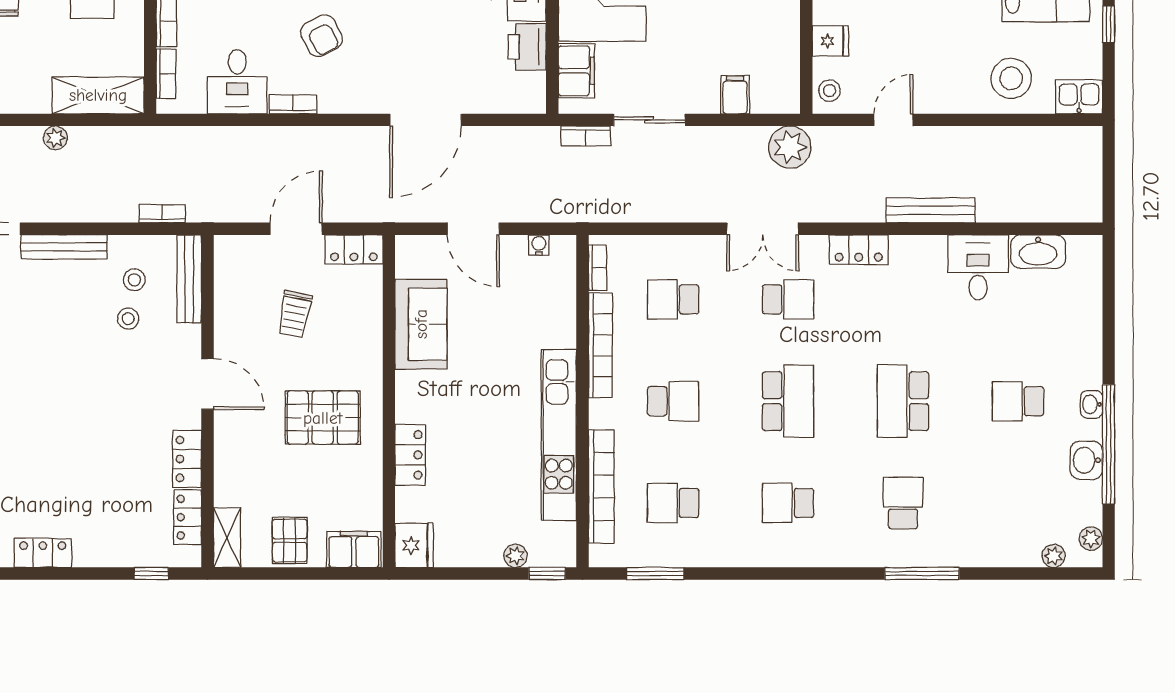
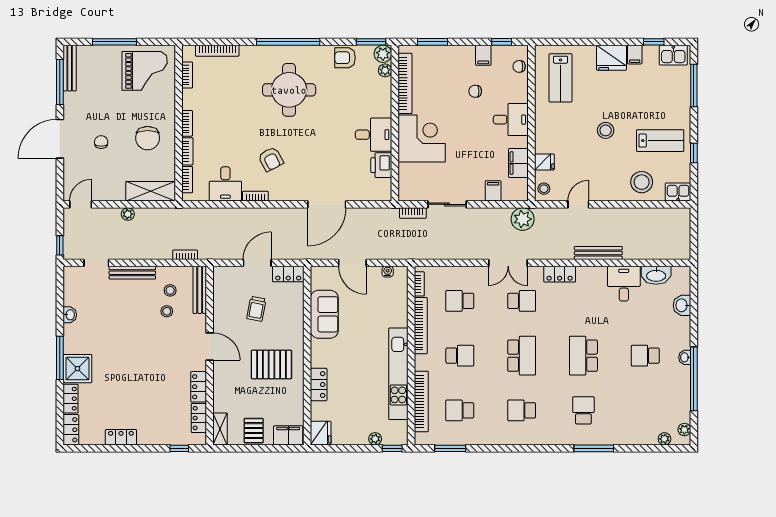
filing cabinet: (576, 71) -> (518, 163), moved, turned 180
washbasin: (1086, 460) -> (682, 305), moved

